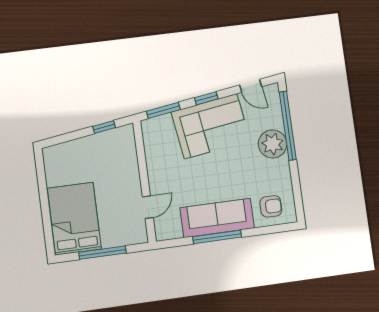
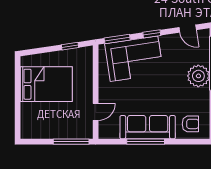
corner sofa: (211, 126) -> (134, 59), moved
bed: (74, 219) -> (46, 84), moved, turned 90
window: (102, 253) -> (71, 142), moved

